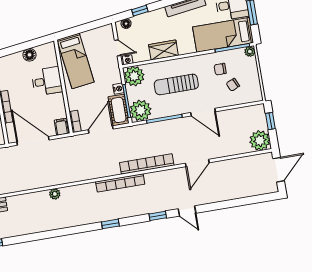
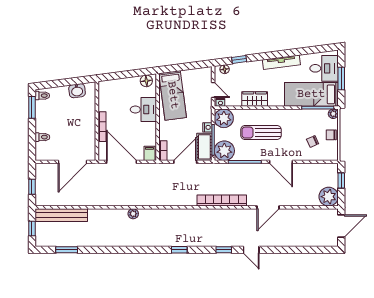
floor lamp: (30, 55) -> (146, 81), moved
chair: (220, 69) -> (331, 135), moved
bookcase: (120, 183) -> (195, 214), removed

